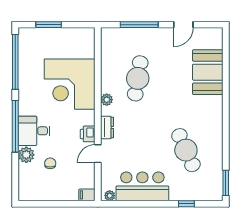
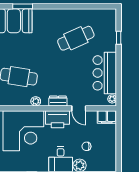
printer: (88, 134) -> (57, 119), width x1.87, depth x1.48
window: (226, 183) -> (23, 6), moved
filing cabinet: (87, 195) -> (107, 117), width x2.00

